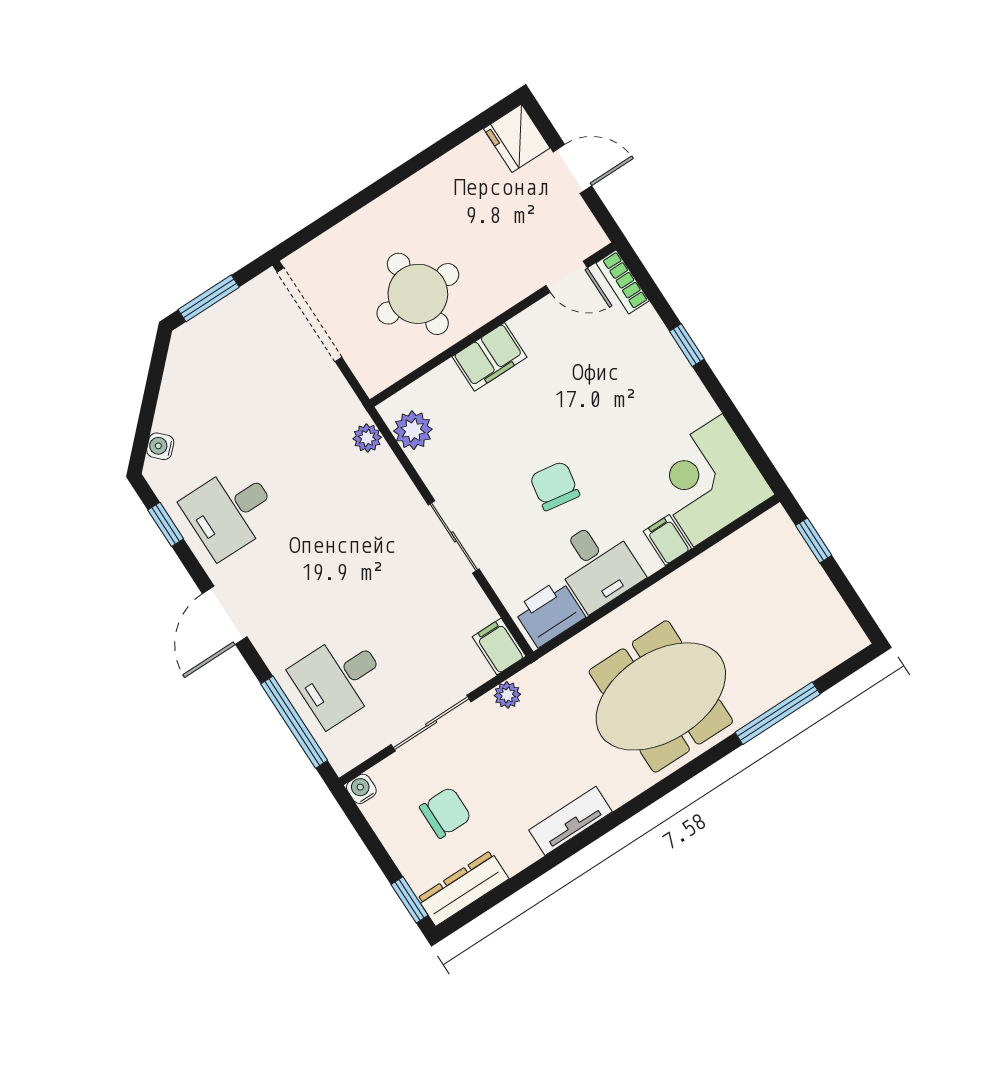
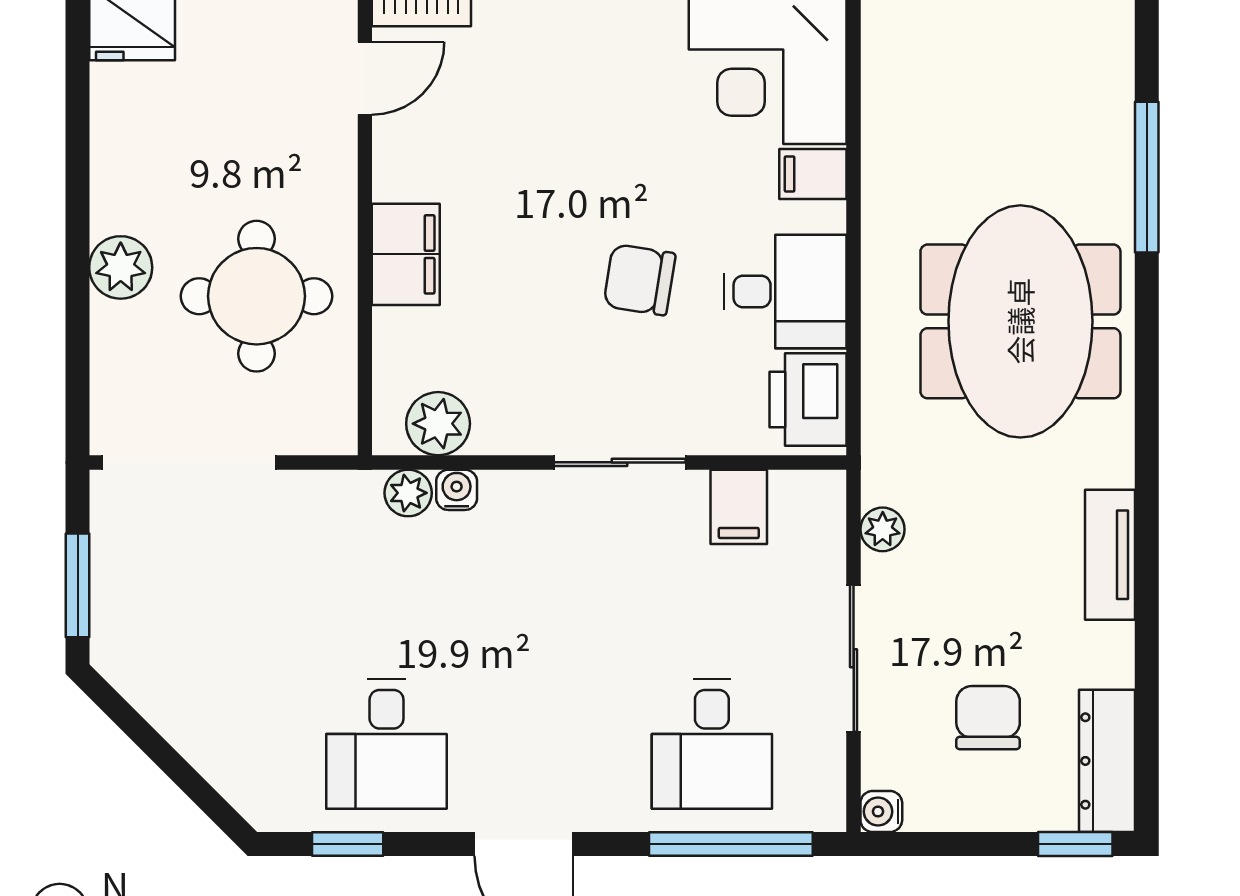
plant: (387, 214) -> (121, 267), added
water cooler: (160, 446) -> (457, 490), moved, turned 135
filing cabinet: (499, 646) -> (739, 507), moved, turned -90

